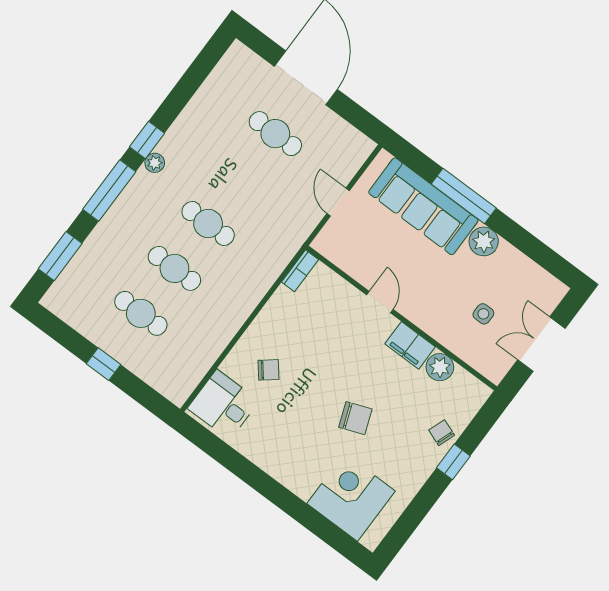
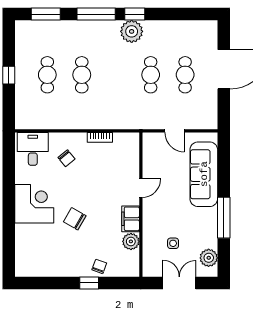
plant: (155, 163) -> (132, 31), width x1.87, depth x1.87
window: (464, 196) -> (224, 218), moved
door: (338, 202) -> (175, 131), swing flipped
cafe table: (208, 223) -> (151, 75), moved
plant: (484, 241) -> (209, 258), moved
bookcase: (300, 271) -> (100, 137), moved
chair: (355, 418) -> (75, 219), turned 141
corner desk: (351, 497) -> (34, 204), moved

